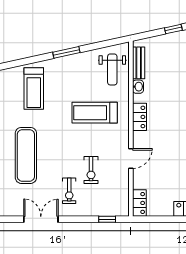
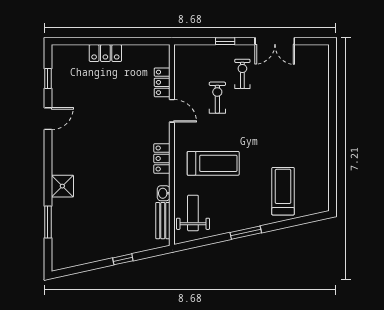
exercise mat: (26, 155) -> (292, 114), removed
door: (131, 159) -> (172, 111), swing flipped
locker: (139, 203) -> (162, 82), moved
window: (107, 219) -> (225, 41), moved

